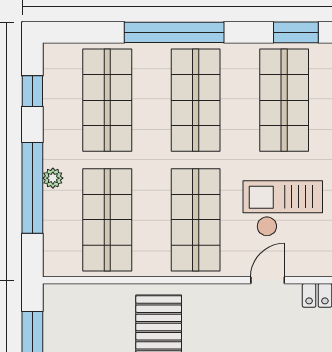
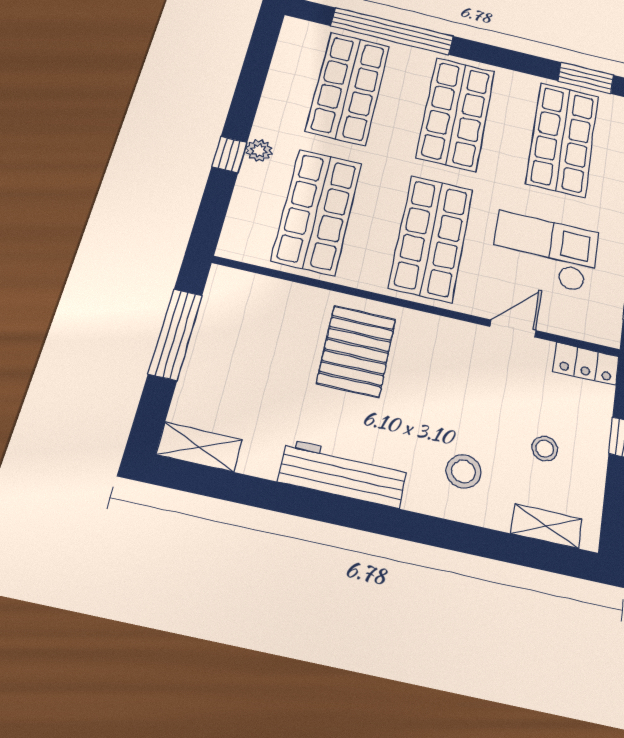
window: (174, 32) -> (392, 31), moved
window: (32, 91) -> (259, 57), removed
window: (32, 188) -> (230, 154), width x0.32

